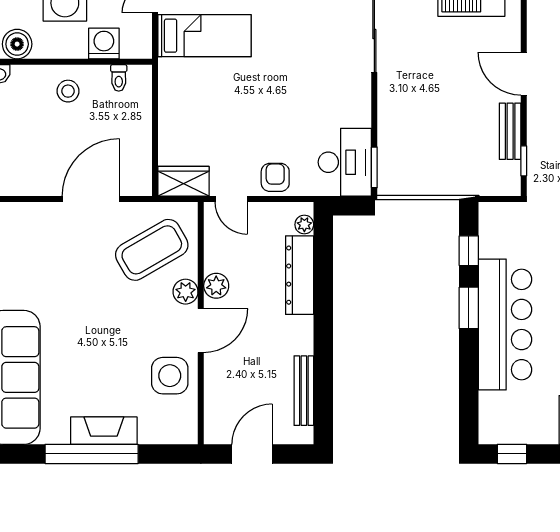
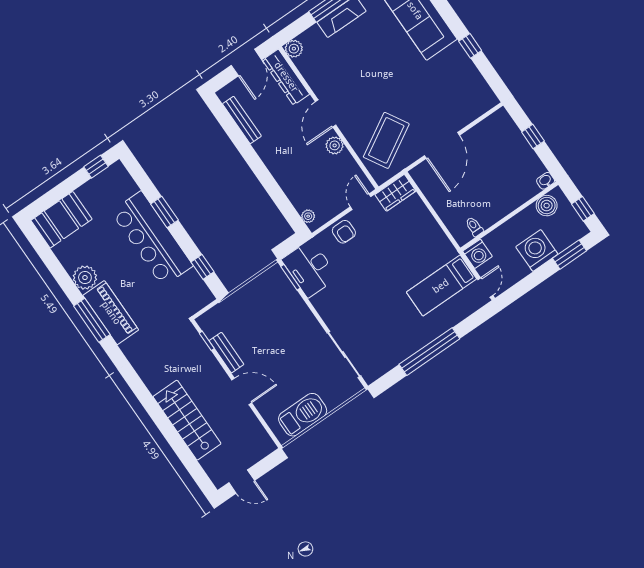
washing machine: (104, 43) -> (478, 254), moved
stool: (68, 91) -> (498, 199), removed
door: (231, 199) -> (361, 202), hinge flipped
dresser: (300, 275) -> (286, 77), moved, turned 180
plant: (186, 292) -> (294, 49), moved
window: (469, 308) -> (164, 212), moved
side table: (170, 376) -> (325, 75), removed

